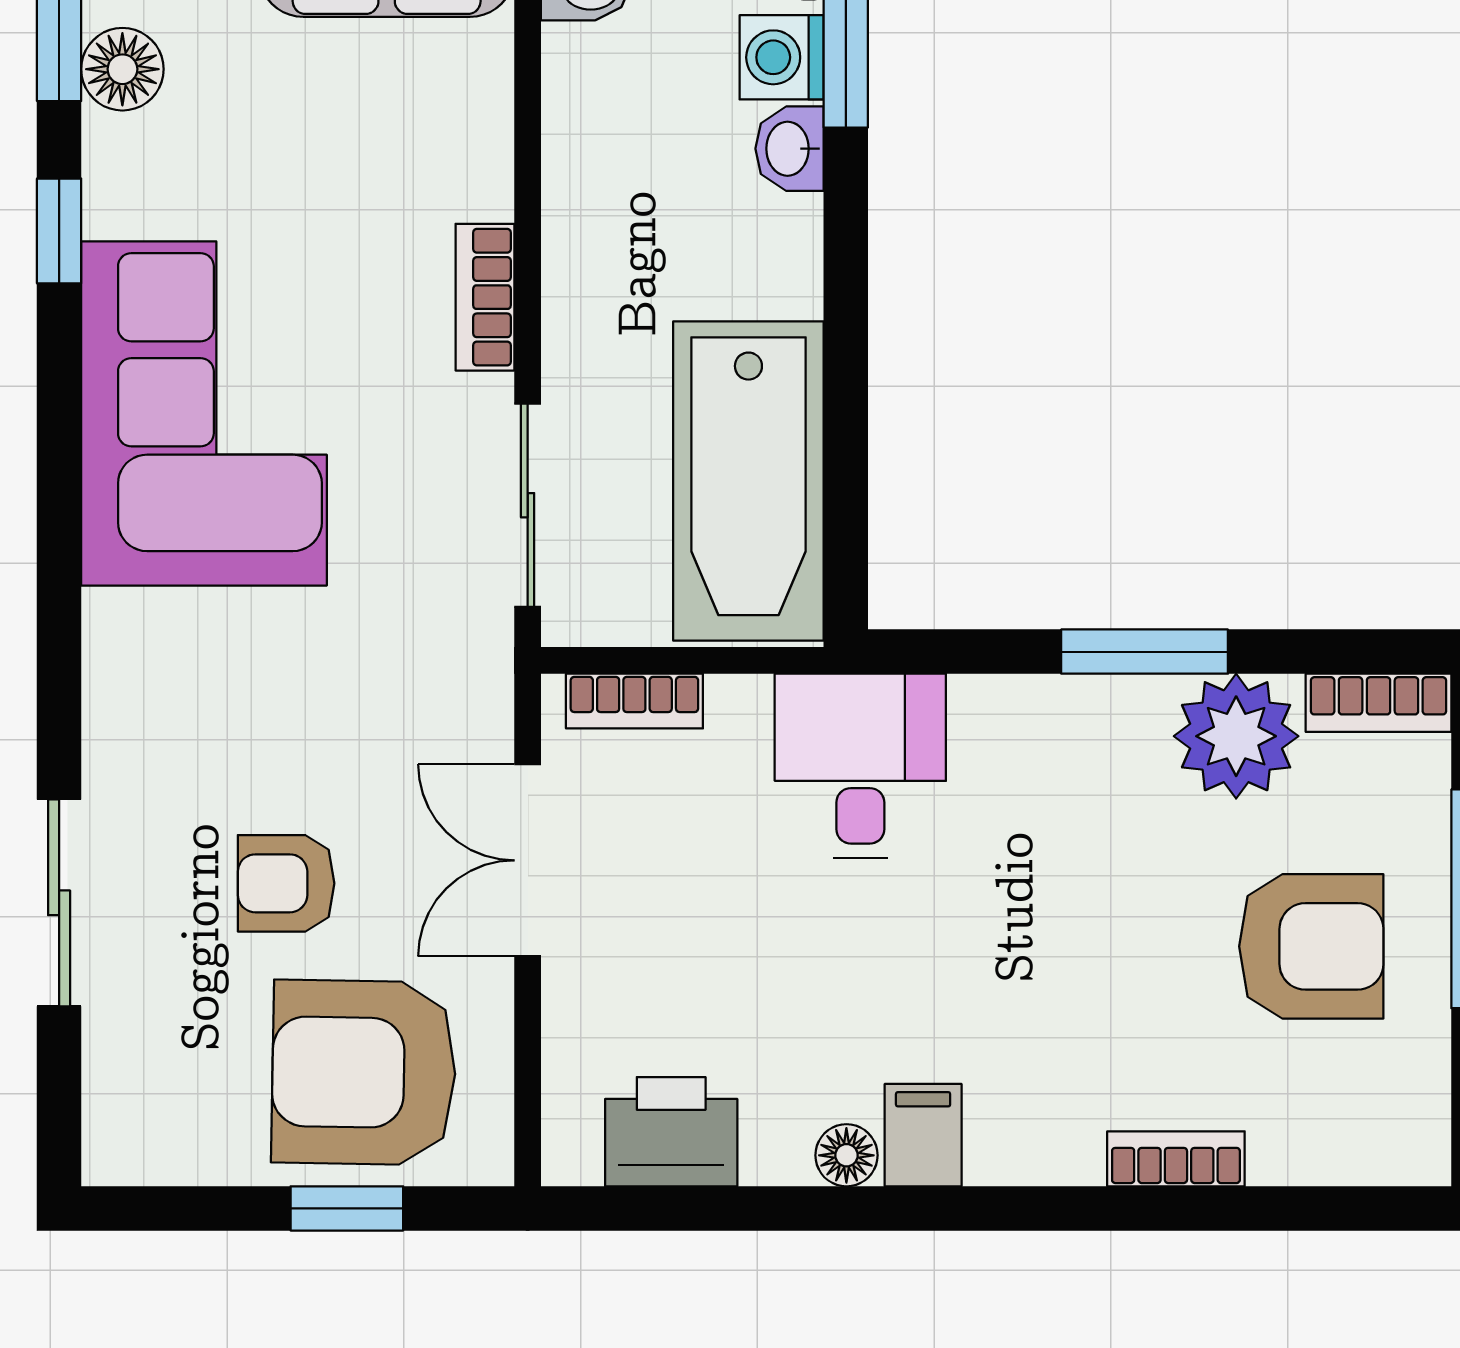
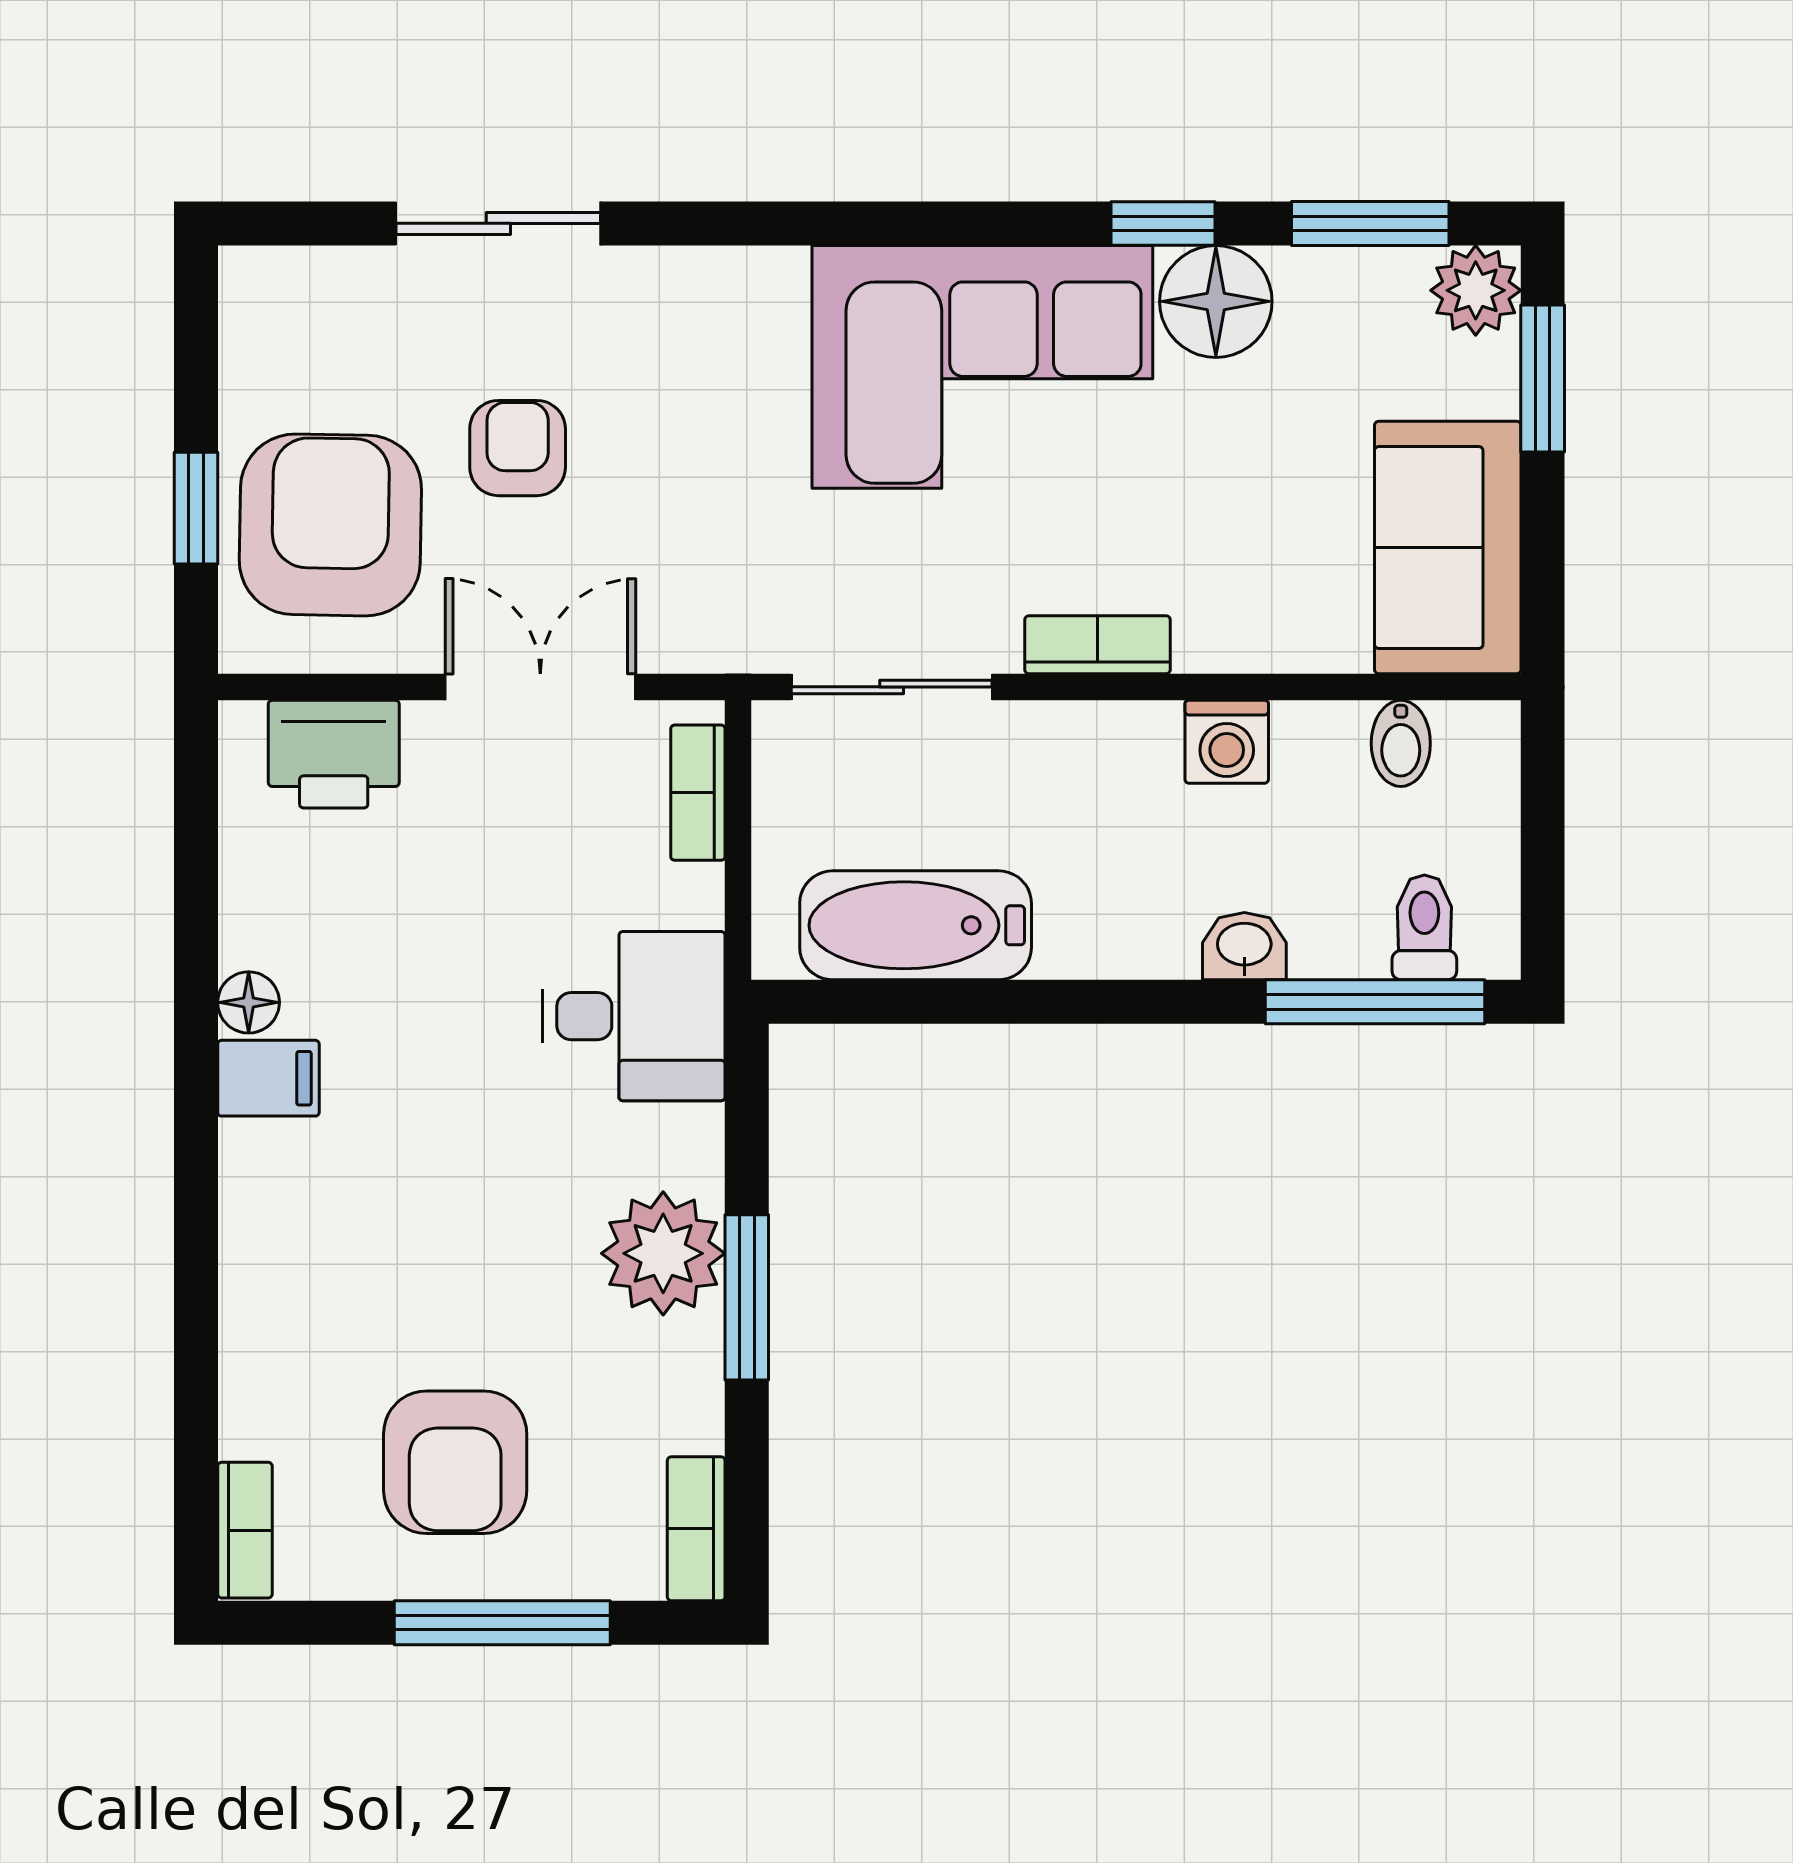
washing machine: (782, 57) -> (1227, 742), moved, turned 180
floor lamp: (122, 69) -> (1216, 301), moved, width x1.38, depth x1.38
bathtub: (748, 481) -> (916, 925), width x0.73, depth x0.73
plant: (1236, 736) -> (663, 1253), moved
printer: (671, 1132) -> (334, 754), moved, turned 90
bookcase: (1176, 1159) -> (245, 1530), moved

